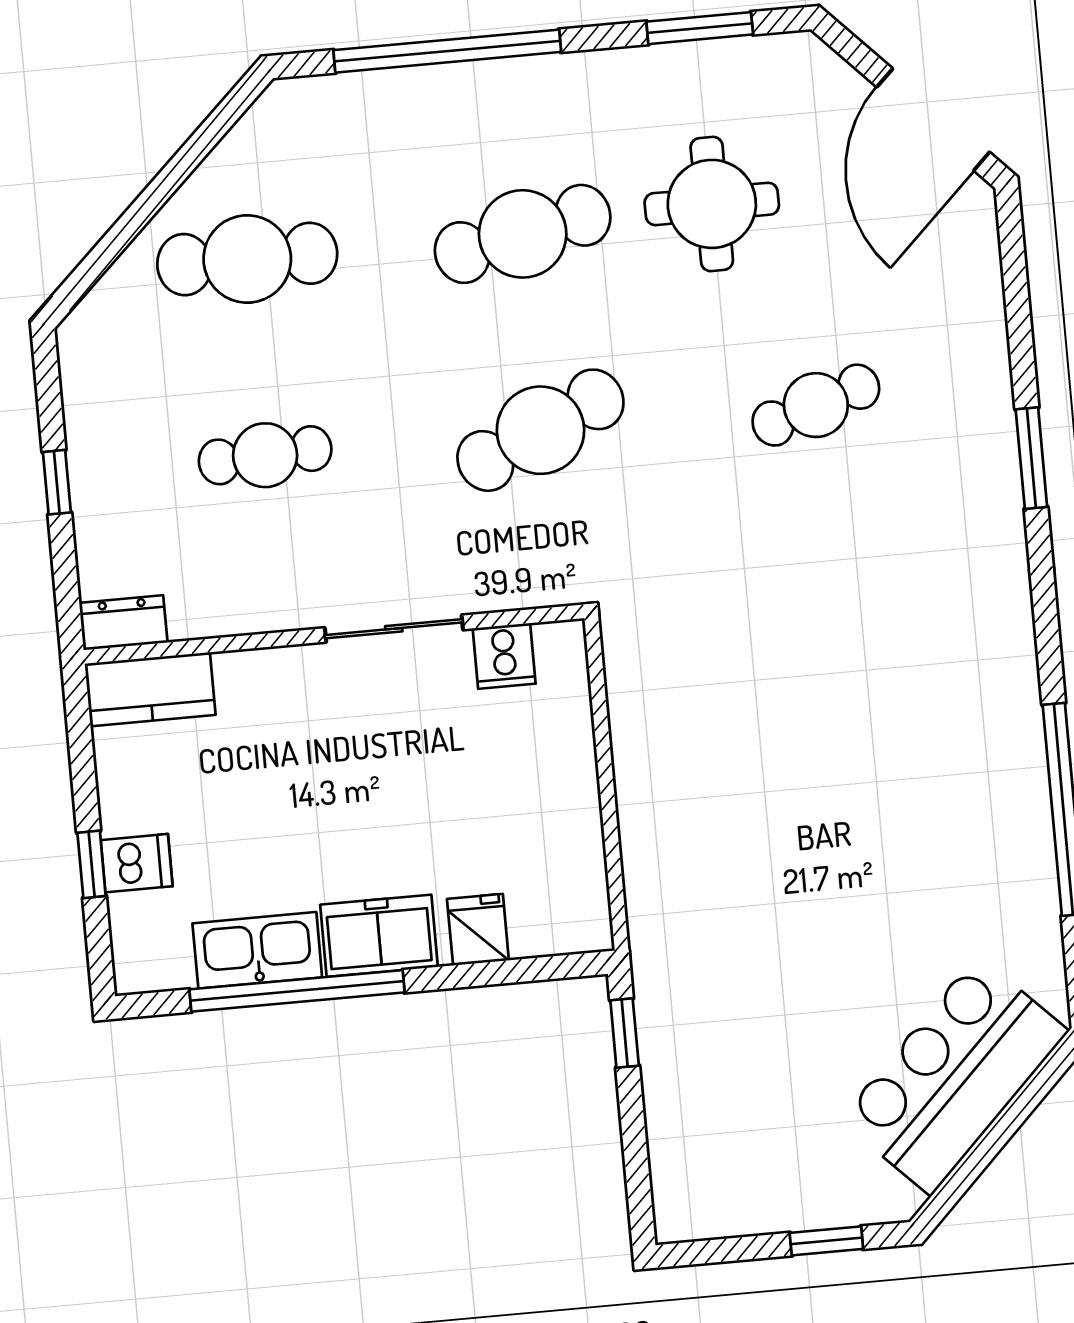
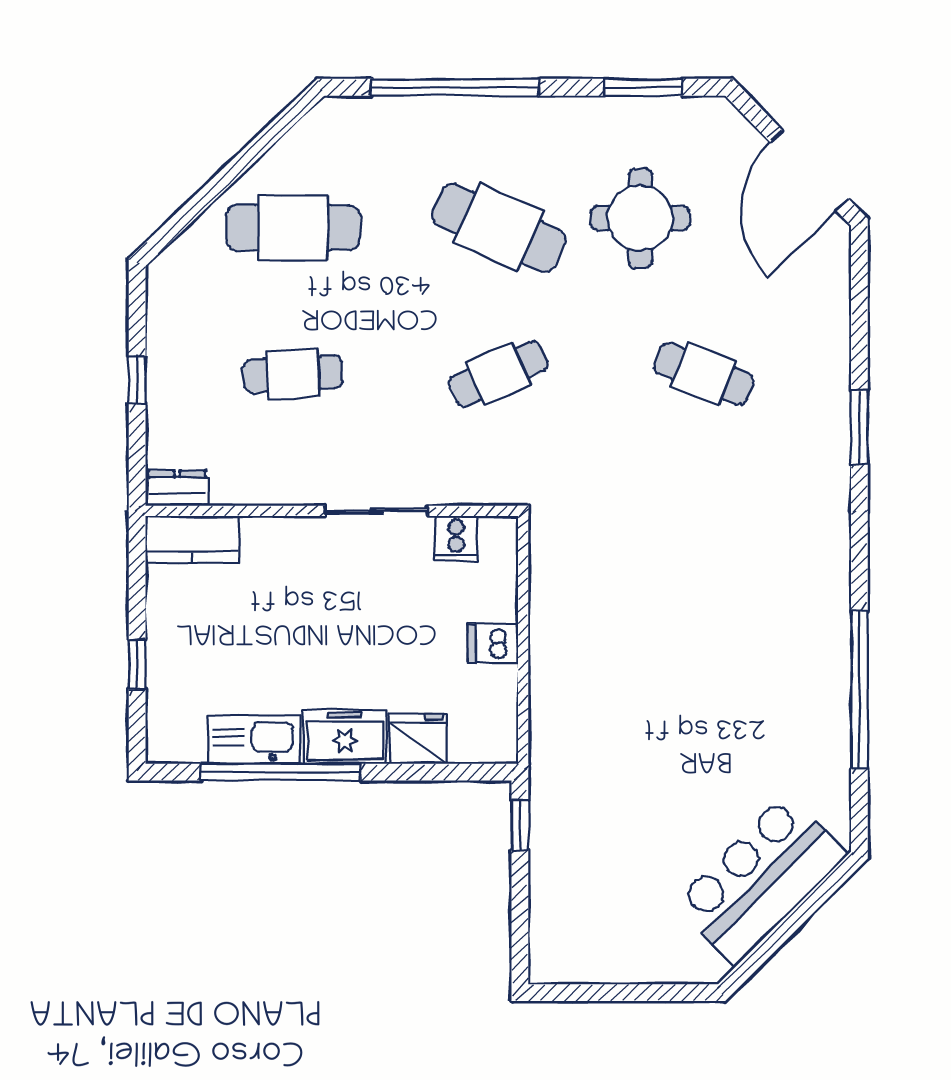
cafe table: (523, 234) -> (498, 228), turned 36
cafe table: (816, 405) -> (704, 374), turned 39
cafe table: (540, 430) -> (498, 374), width x0.73, depth x0.74
dishwasher: (137, 863) -> (493, 643), moved, turned 180
fridge: (478, 930) -> (418, 739), width x1.38
window: (826, 1241) -> (655, 993), removed

